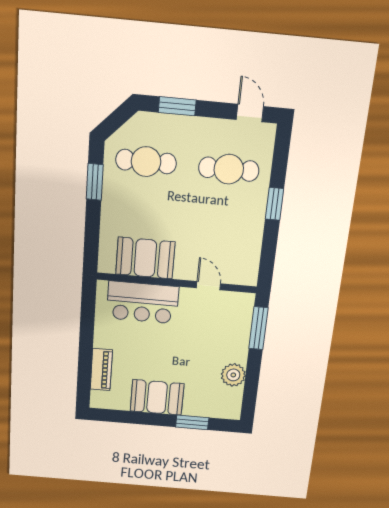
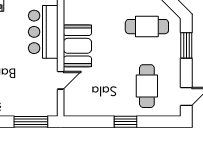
cafe table: (146, 162) -> (147, 27), turned 90
booth: (145, 258) -> (77, 46), moved

